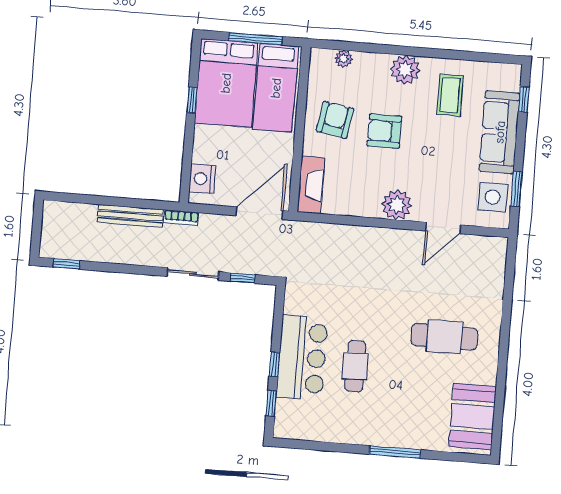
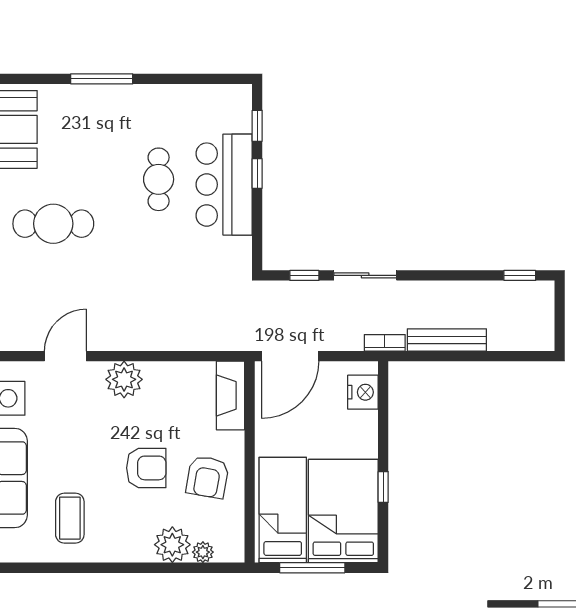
plant: (405, 70) -> (172, 545), moved

